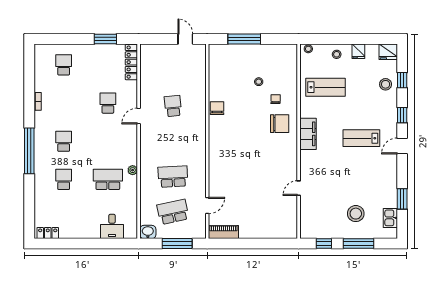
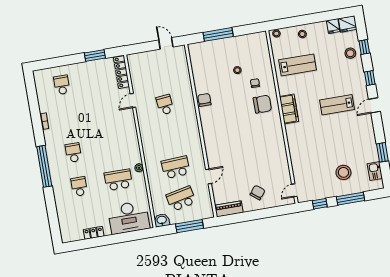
fridge: (358, 51) -> (333, 26), moved
school desk: (108, 103) -> (107, 112), removed
door: (139, 116) -> (133, 100), moved
door: (299, 188) -> (294, 190), moved
door: (207, 205) -> (209, 176), moved
chair: (258, 219) -> (258, 192), added
desk: (112, 226) -> (129, 217), width x1.87, depth x1.30
locker: (48, 233) -> (94, 233), moved

